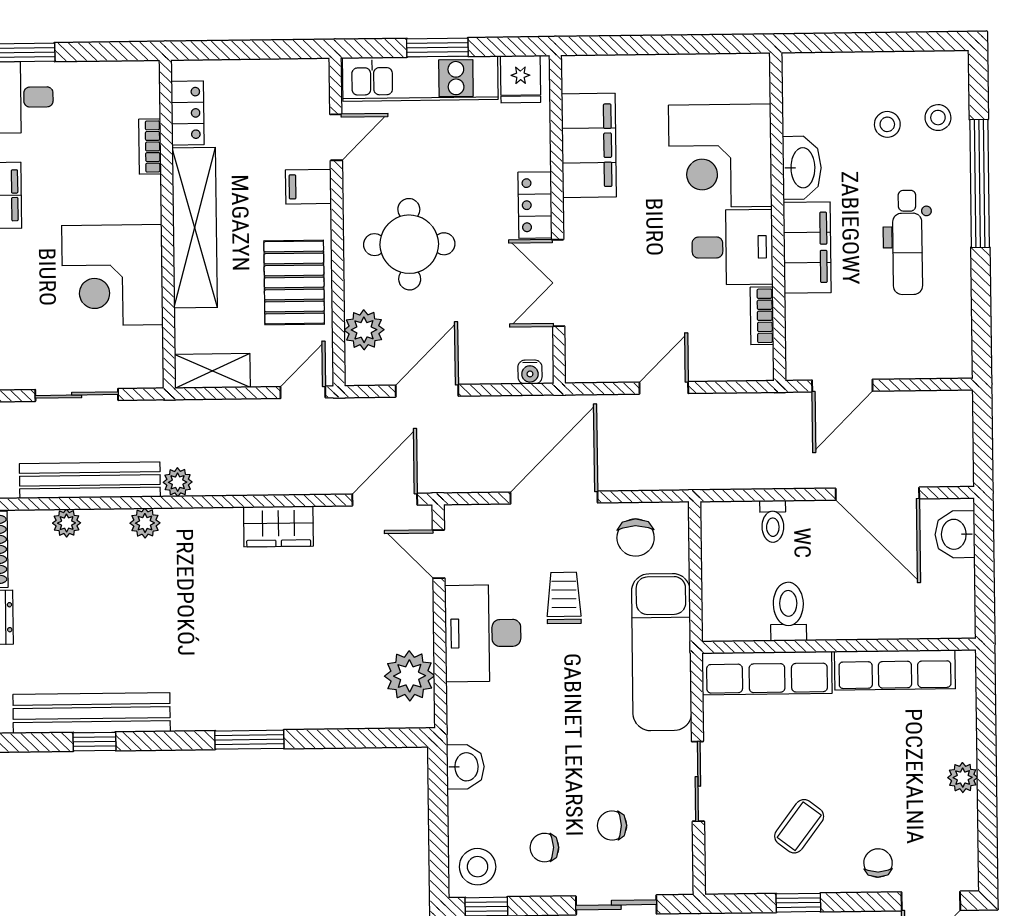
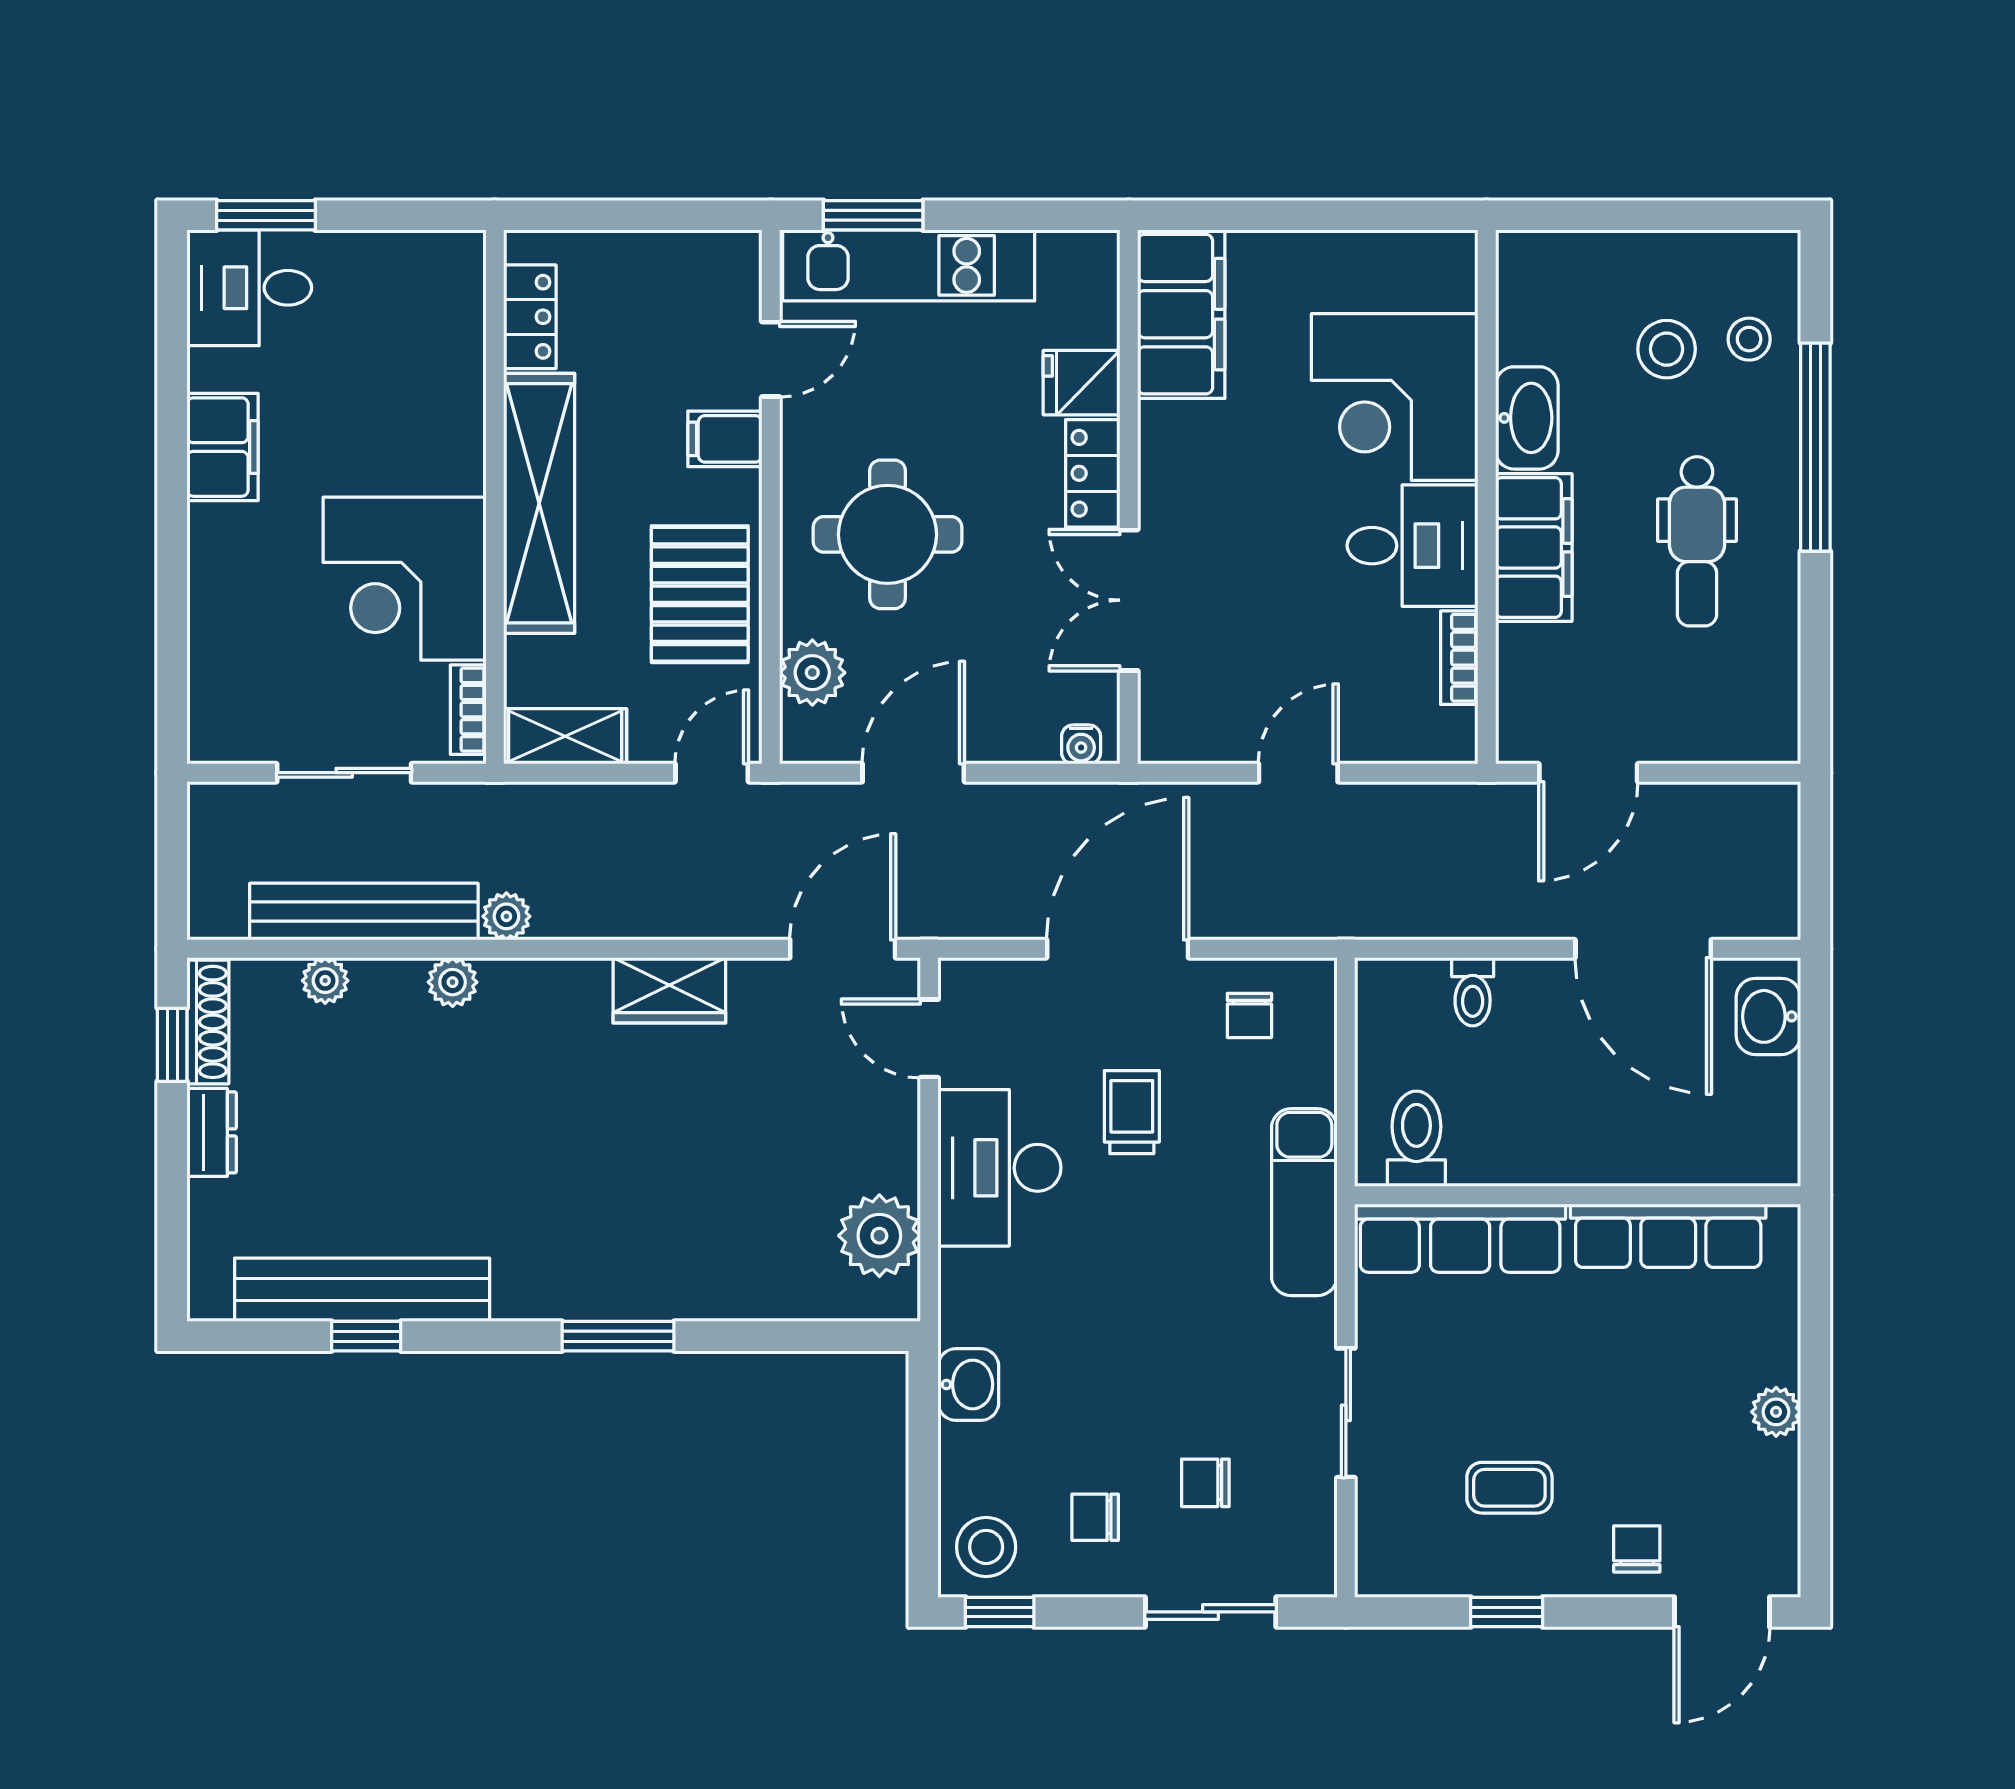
window: (437, 47) -> (873, 215), moved
fridge: (521, 79) -> (1082, 383), moved, turned 90
stool: (887, 124) -> (1667, 349), width x1.37, depth x1.37
filing cabinet: (589, 145) -> (1181, 314), moved
bookcase: (150, 147) -> (468, 710), moved
chair: (636, 538) -> (1249, 1015), width x0.73, depth x0.73
toilet: (788, 612) -> (1416, 1139), moved
exam couch: (662, 652) -> (1304, 1202), width x0.73, depth x0.69
coffee table: (799, 826) -> (1509, 1488), turned 53

